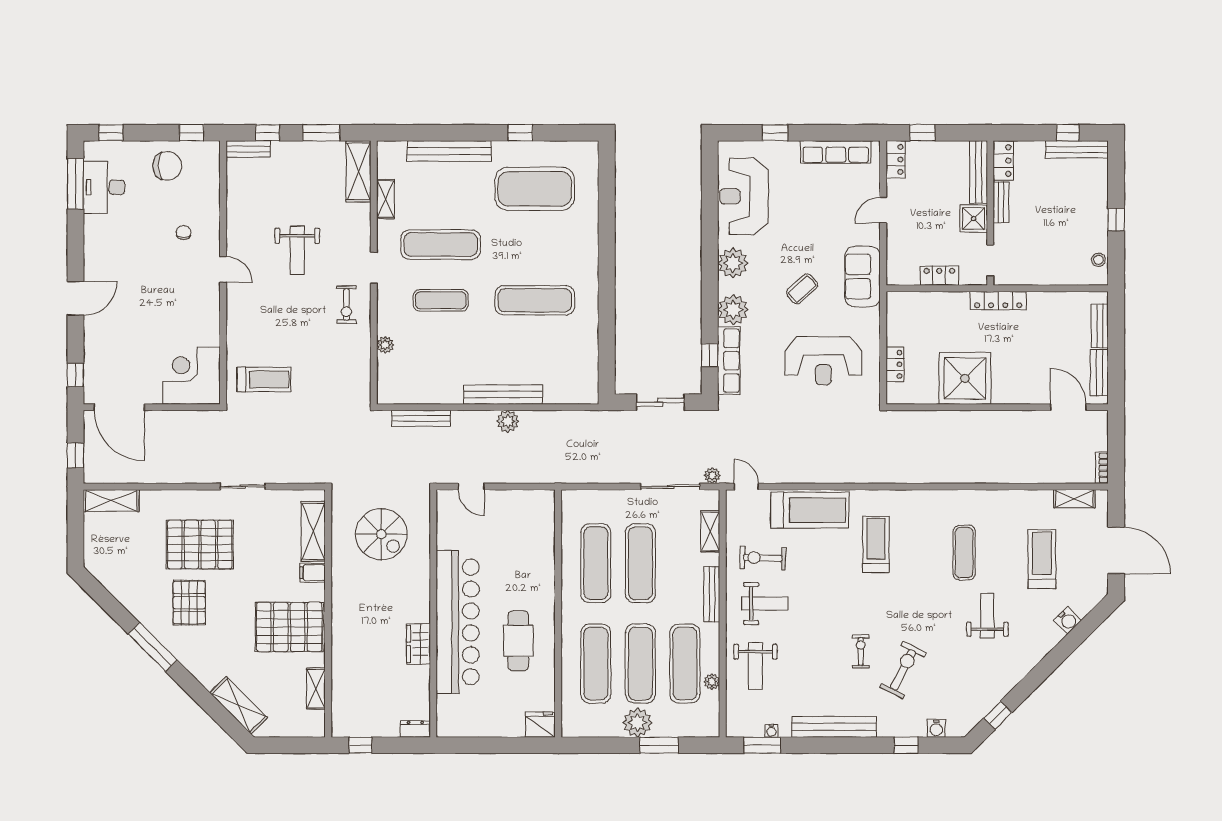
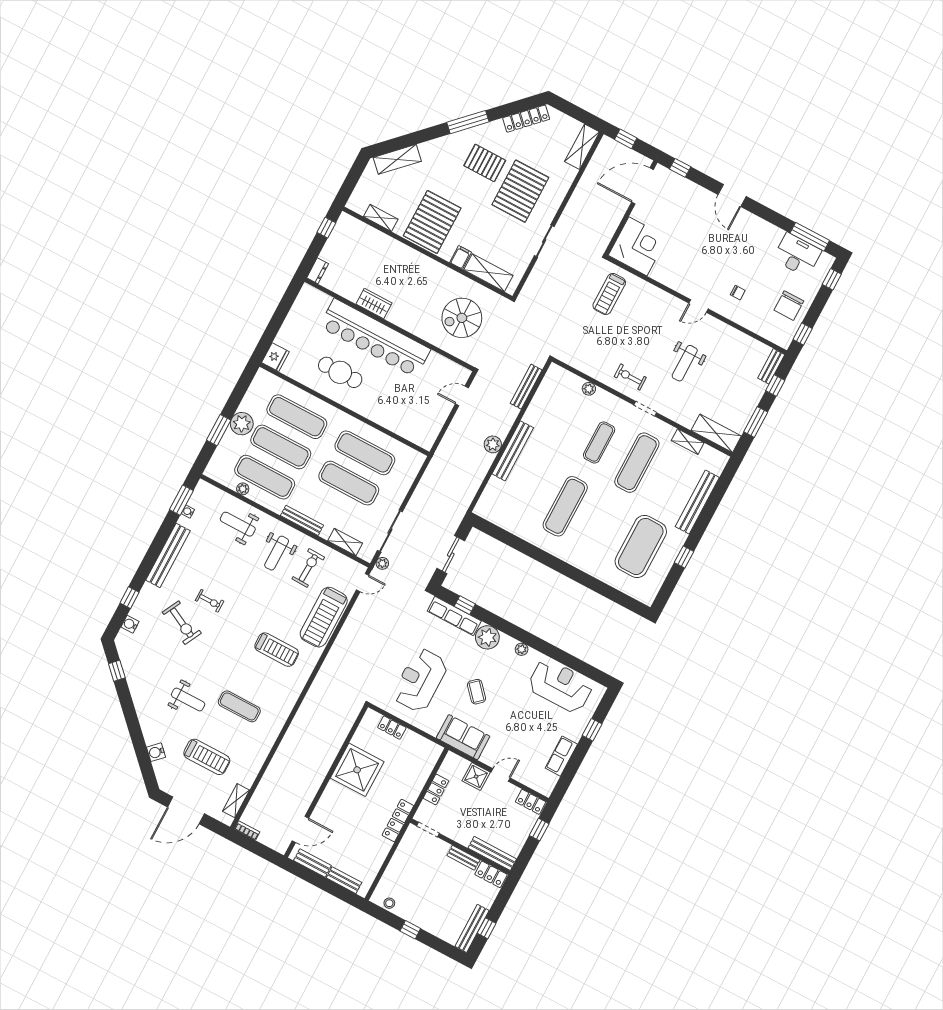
row of seats: (836, 152) -> (561, 756), width x0.68
door: (883, 210) -> (501, 775), hinge flipped
shower: (974, 219) -> (476, 777), moved
weight bench: (297, 250) -> (685, 363), turned -90
plant: (733, 263) -> (522, 649), width x0.53, depth x0.53
locker: (113, 582) -> (526, 119), added

